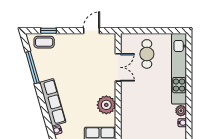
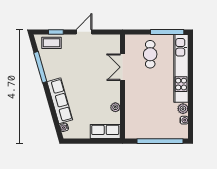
door: (91, 31) -> (84, 32), moved
window: (165, 31) -> (167, 32), added
double door: (118, 67) -> (123, 67), swing flipped
plant: (106, 105) -> (115, 107), width x0.53, depth x0.53

